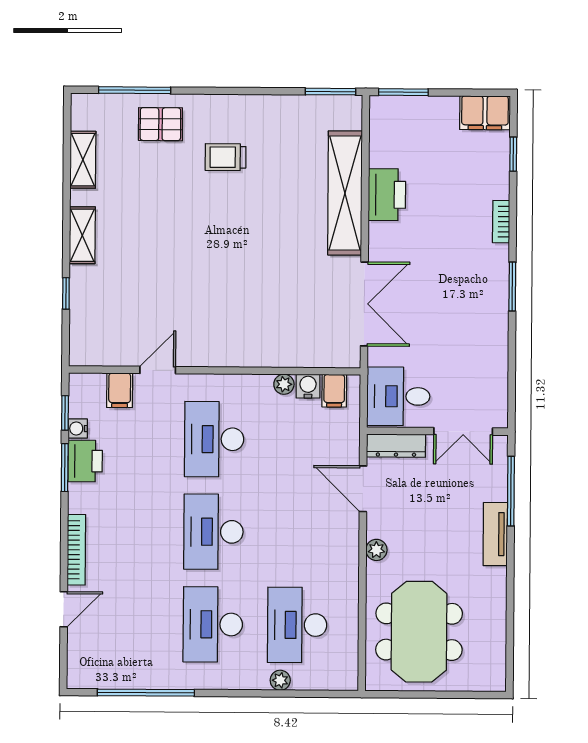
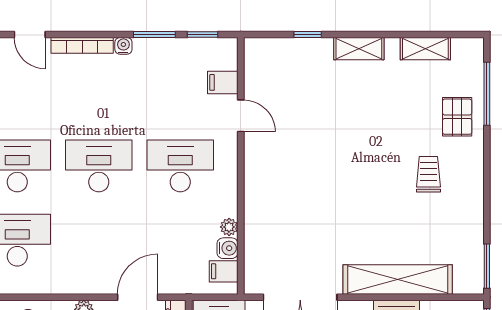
water cooler: (78, 429) -> (123, 46), moved
printer: (85, 461) -> (160, 52), removed

